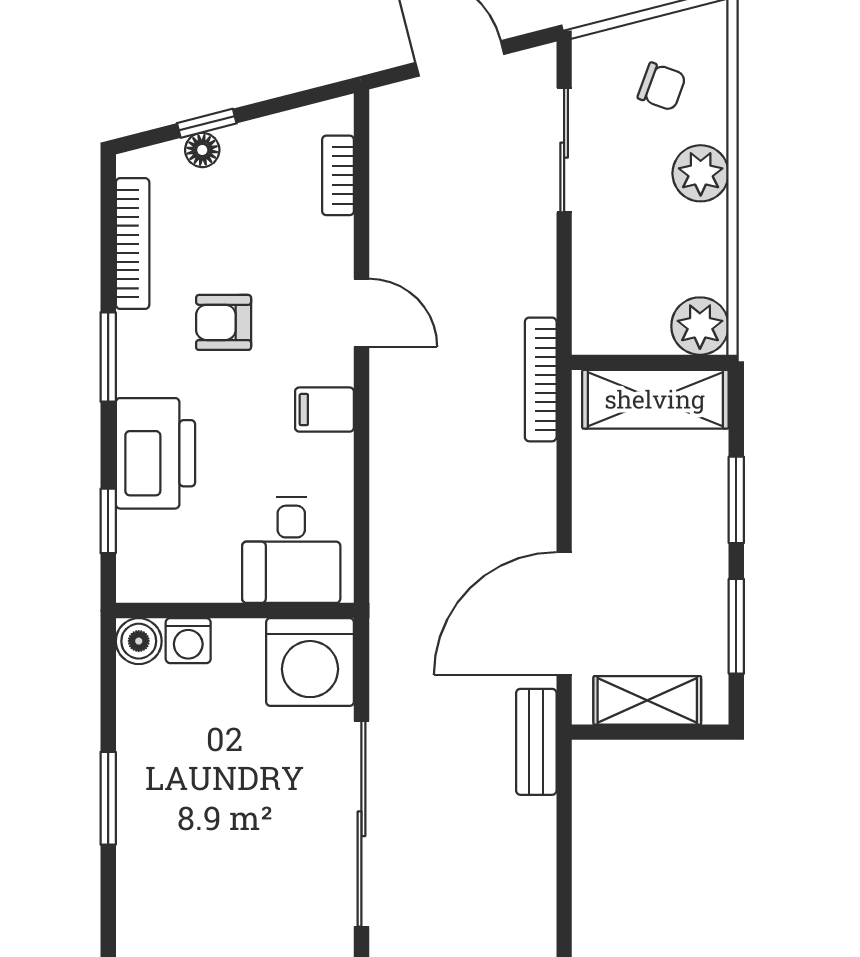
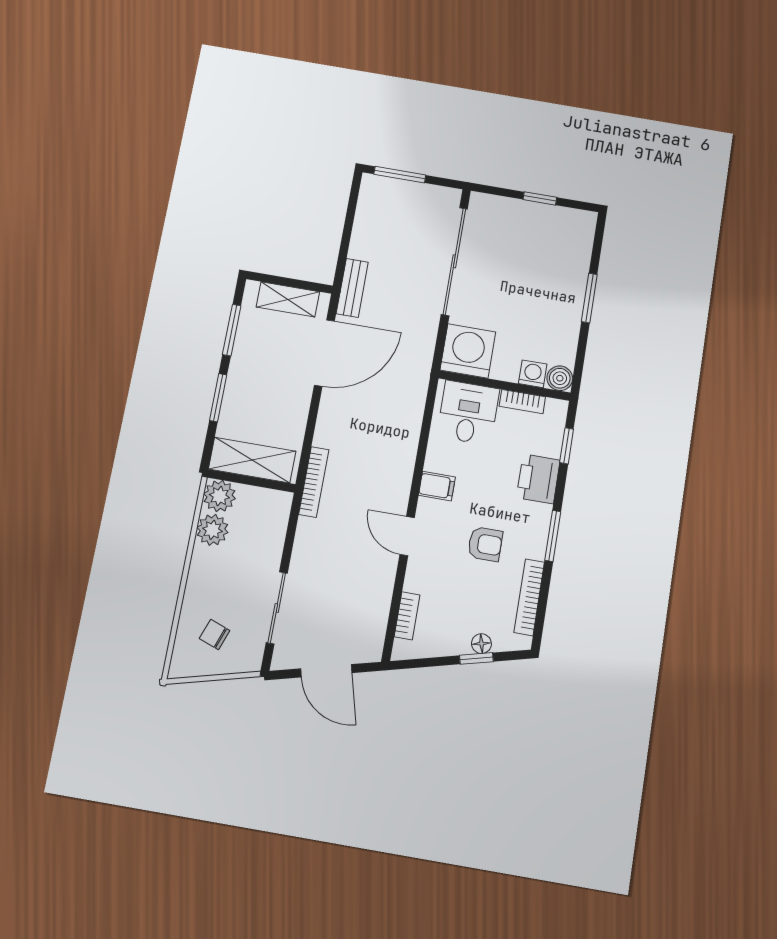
plant: (701, 173) -> (212, 530), moved
printer: (156, 453) -> (538, 479), width x0.73, depth x0.84
bookcase: (199, 587) -> (522, 401), added

